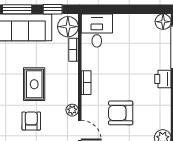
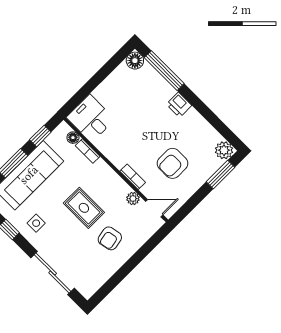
floor lamp: (68, 27) -> (73, 138), width x0.53, depth x0.53
bookcase: (86, 83) -> (133, 177), moved
armchair: (31, 121) -> (110, 238), turned -101

